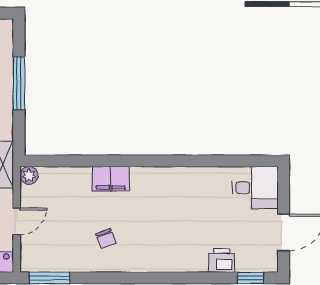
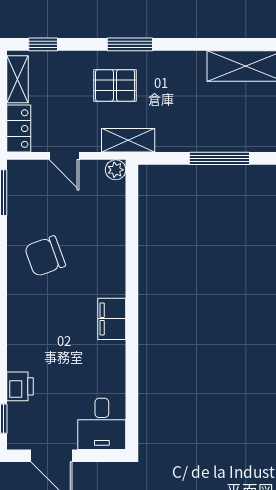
filing cabinet: (111, 179) -> (112, 319), moved
chair: (106, 238) -> (45, 256), width x1.87, depth x1.87

